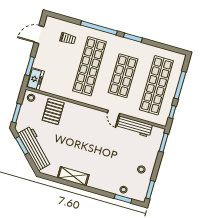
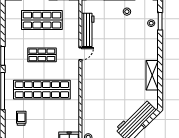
shop shelf: (123, 76) -> (42, 55), width x0.70, depth x0.74
shop shelf: (156, 85) -> (42, 20), width x0.71
pallet: (53, 112) -> (95, 112), removed

